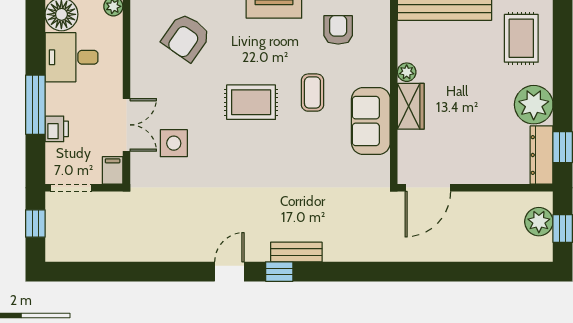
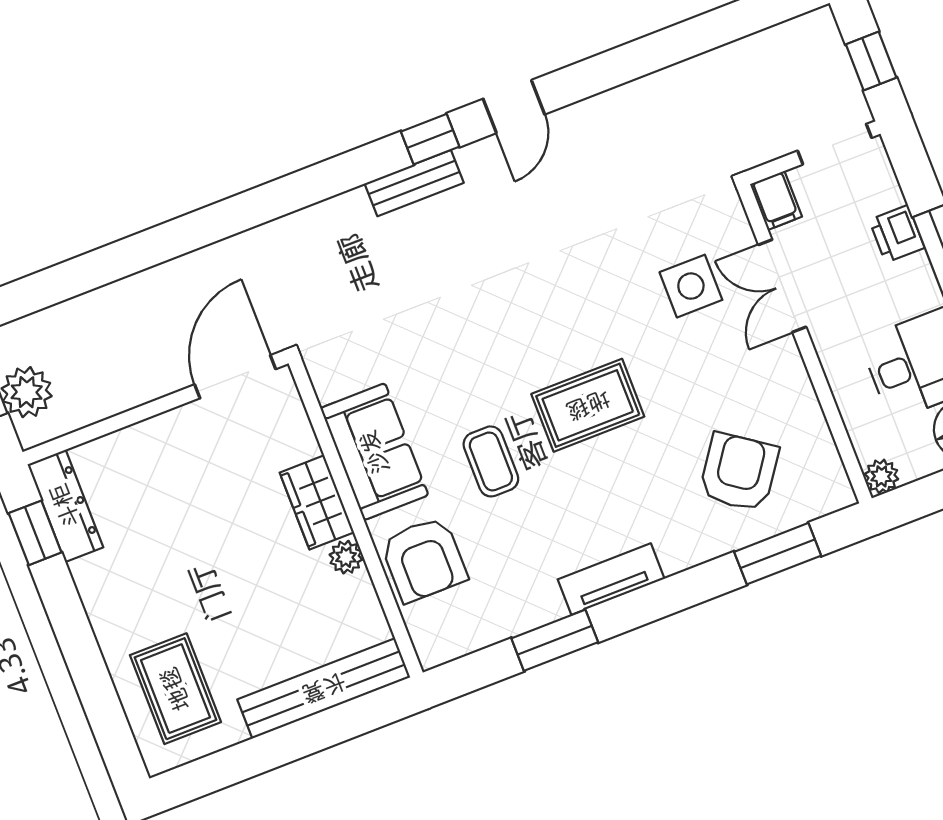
armchair: (338, 30) -> (424, 559), moved, width x1.38, depth x1.38
plant: (534, 105) -> (111, 585), removed

